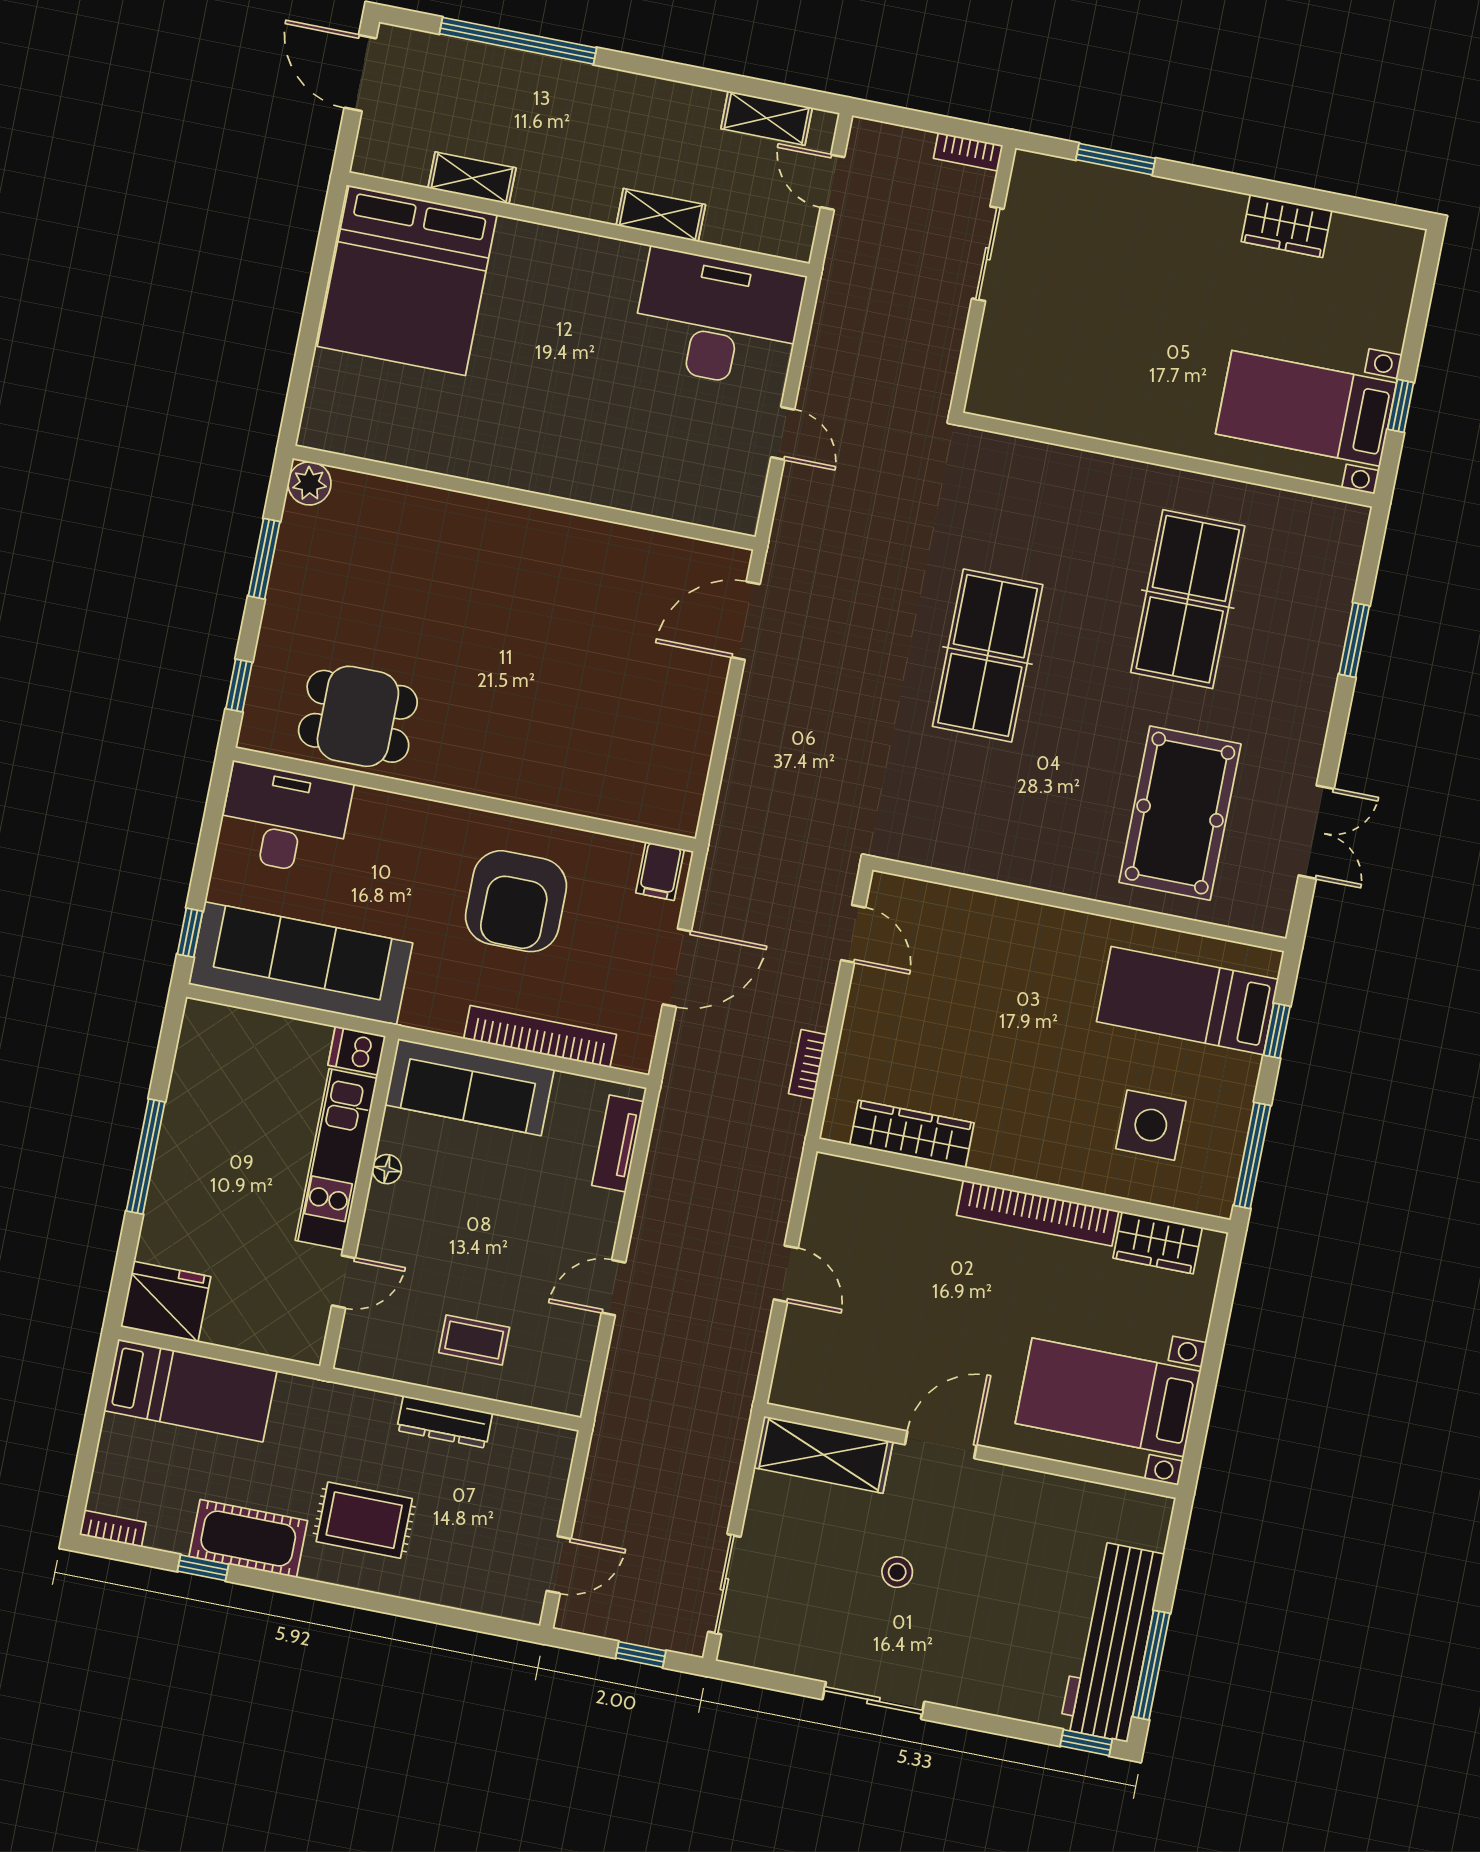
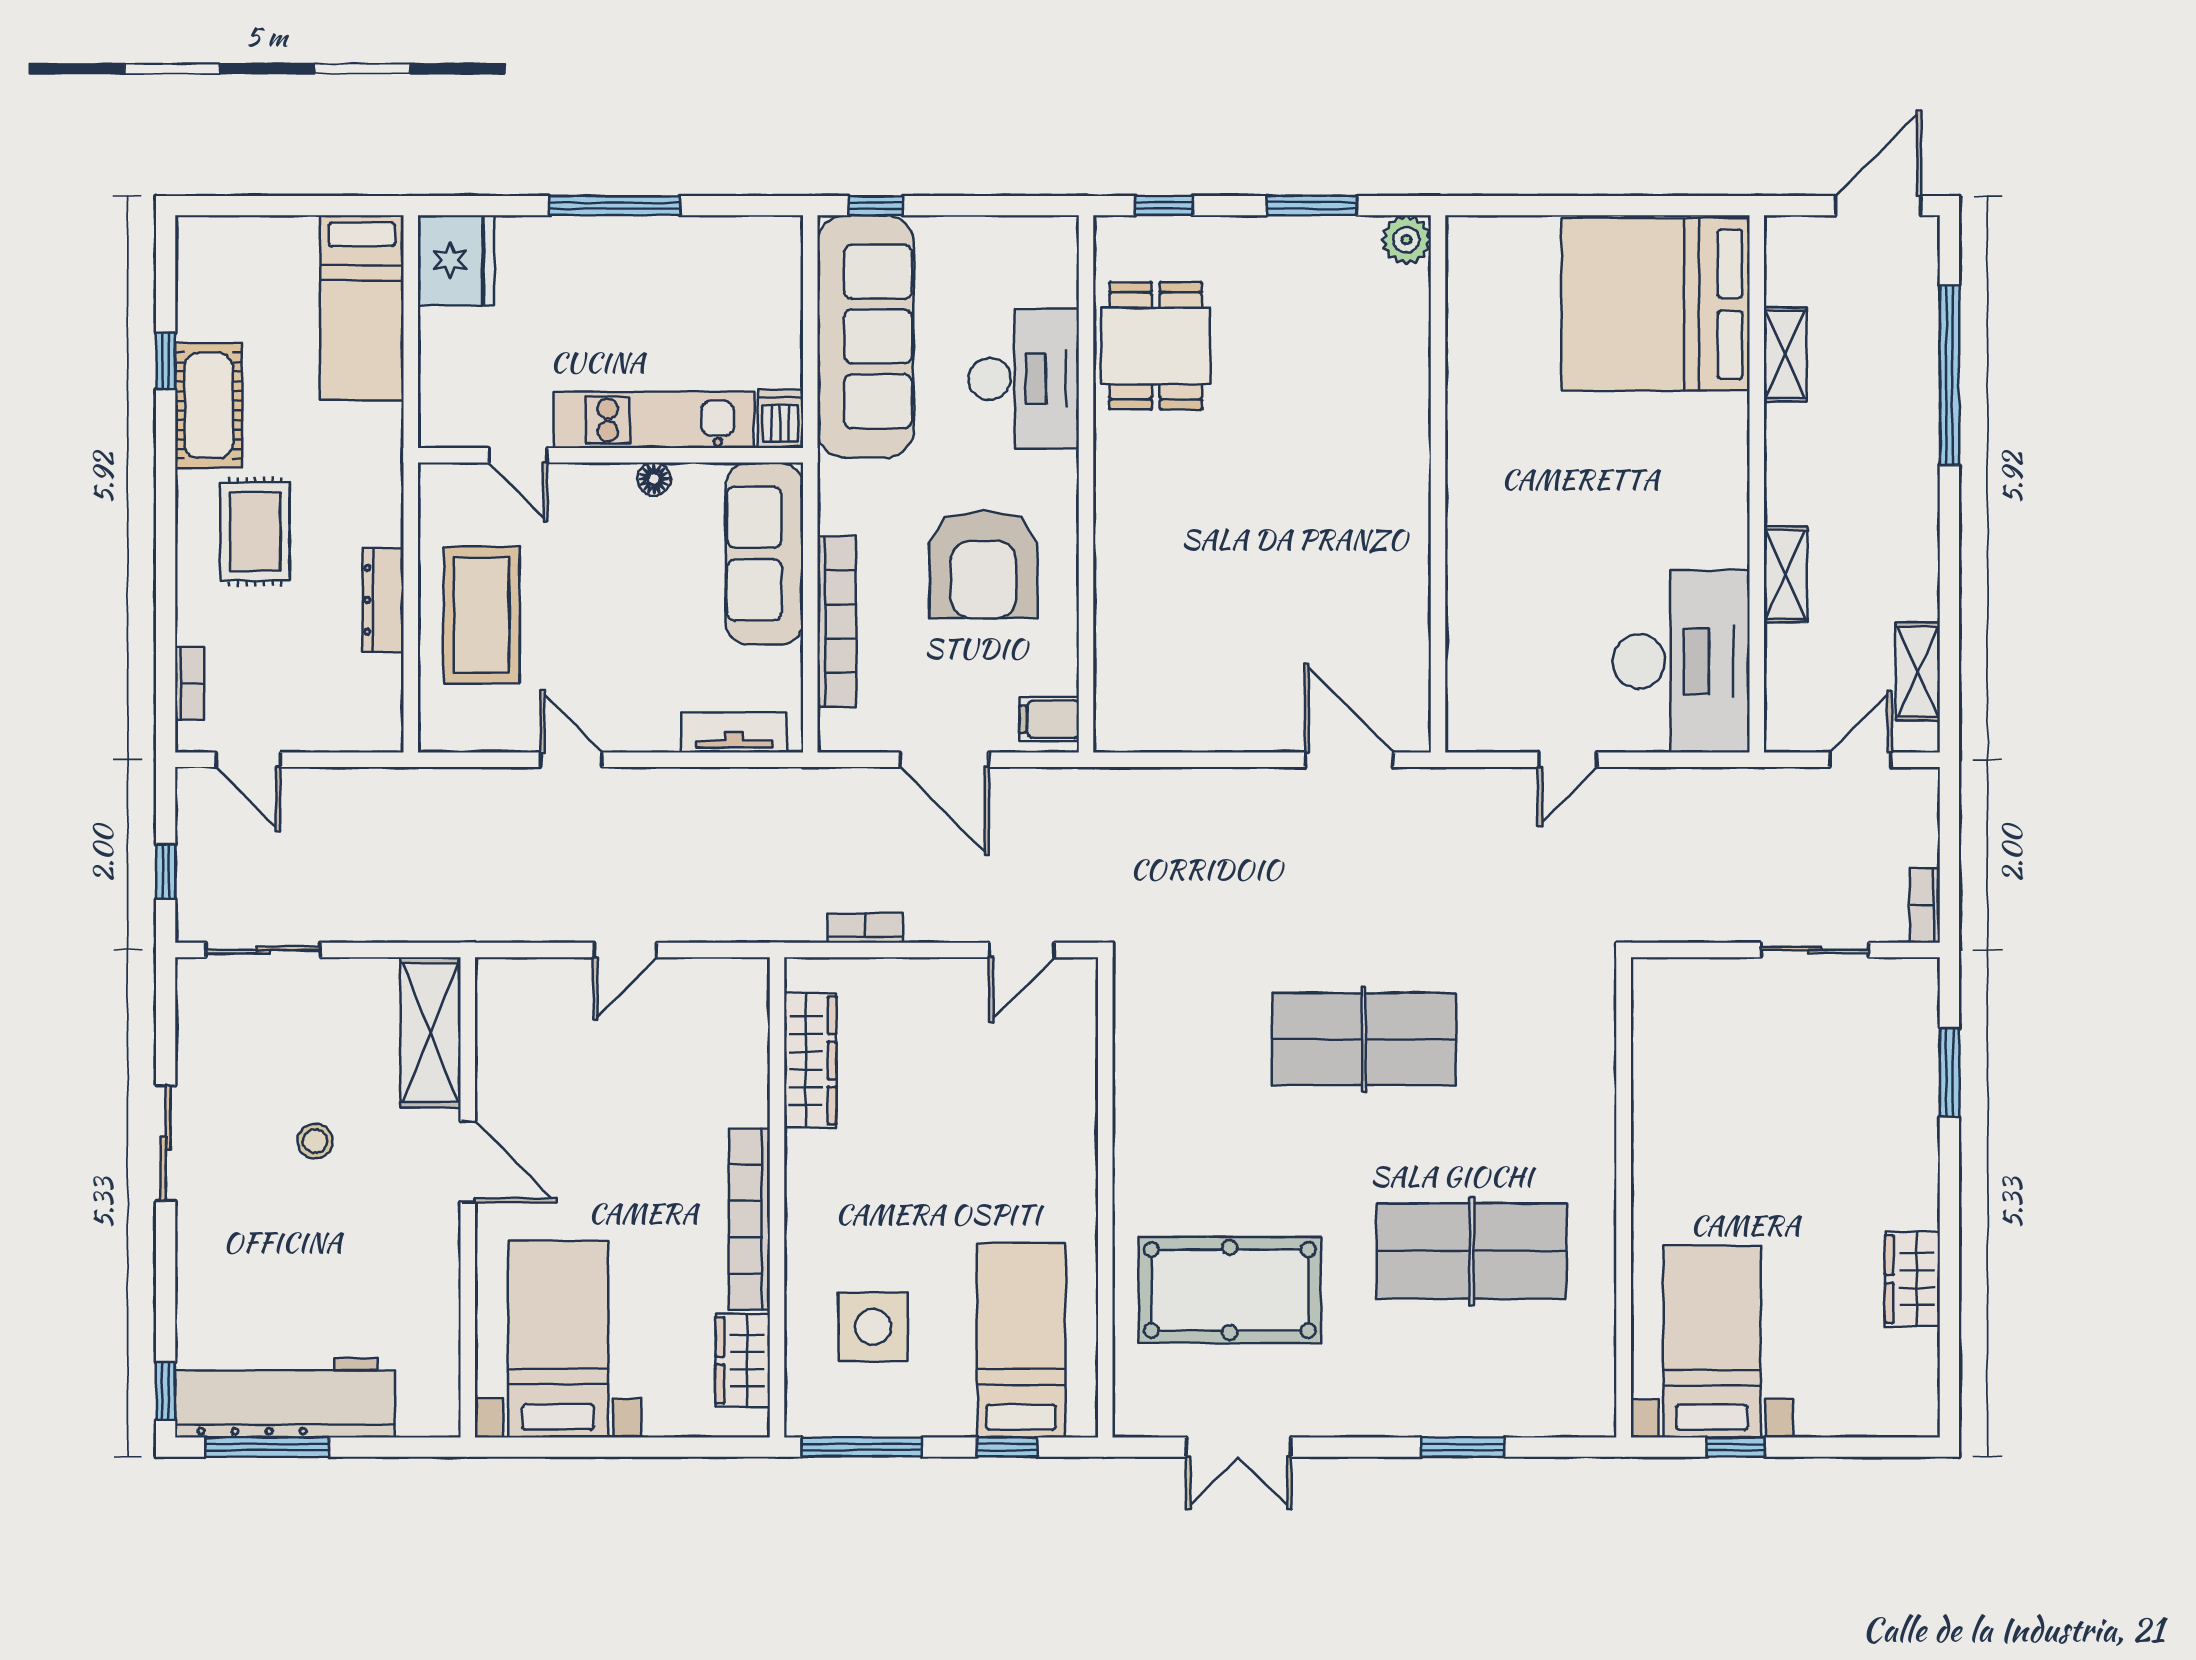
desk: (285, 819) -> (1024, 379), moved
armchair: (516, 901) -> (983, 564), turned -90
coffee table: (474, 1340) -> (482, 615), width x1.86, depth x1.72
bookcase: (113, 1529) -> (190, 684), moved

